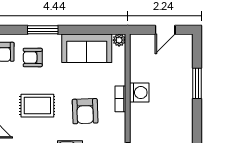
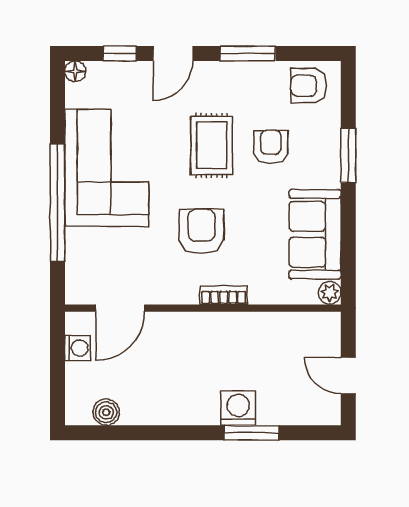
armchair: (33, 57) -> (271, 147), moved
washing machine: (139, 93) -> (238, 408), moved, turned 180
armchair: (85, 111) -> (201, 231), turned 92

